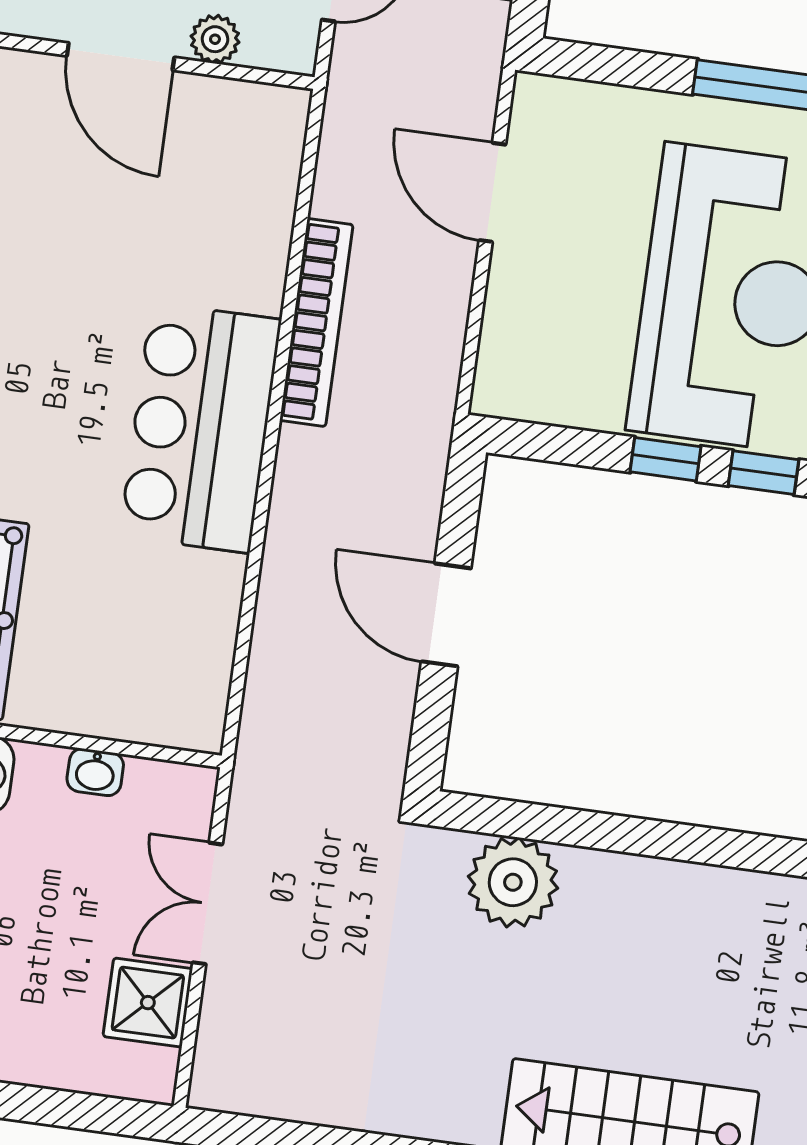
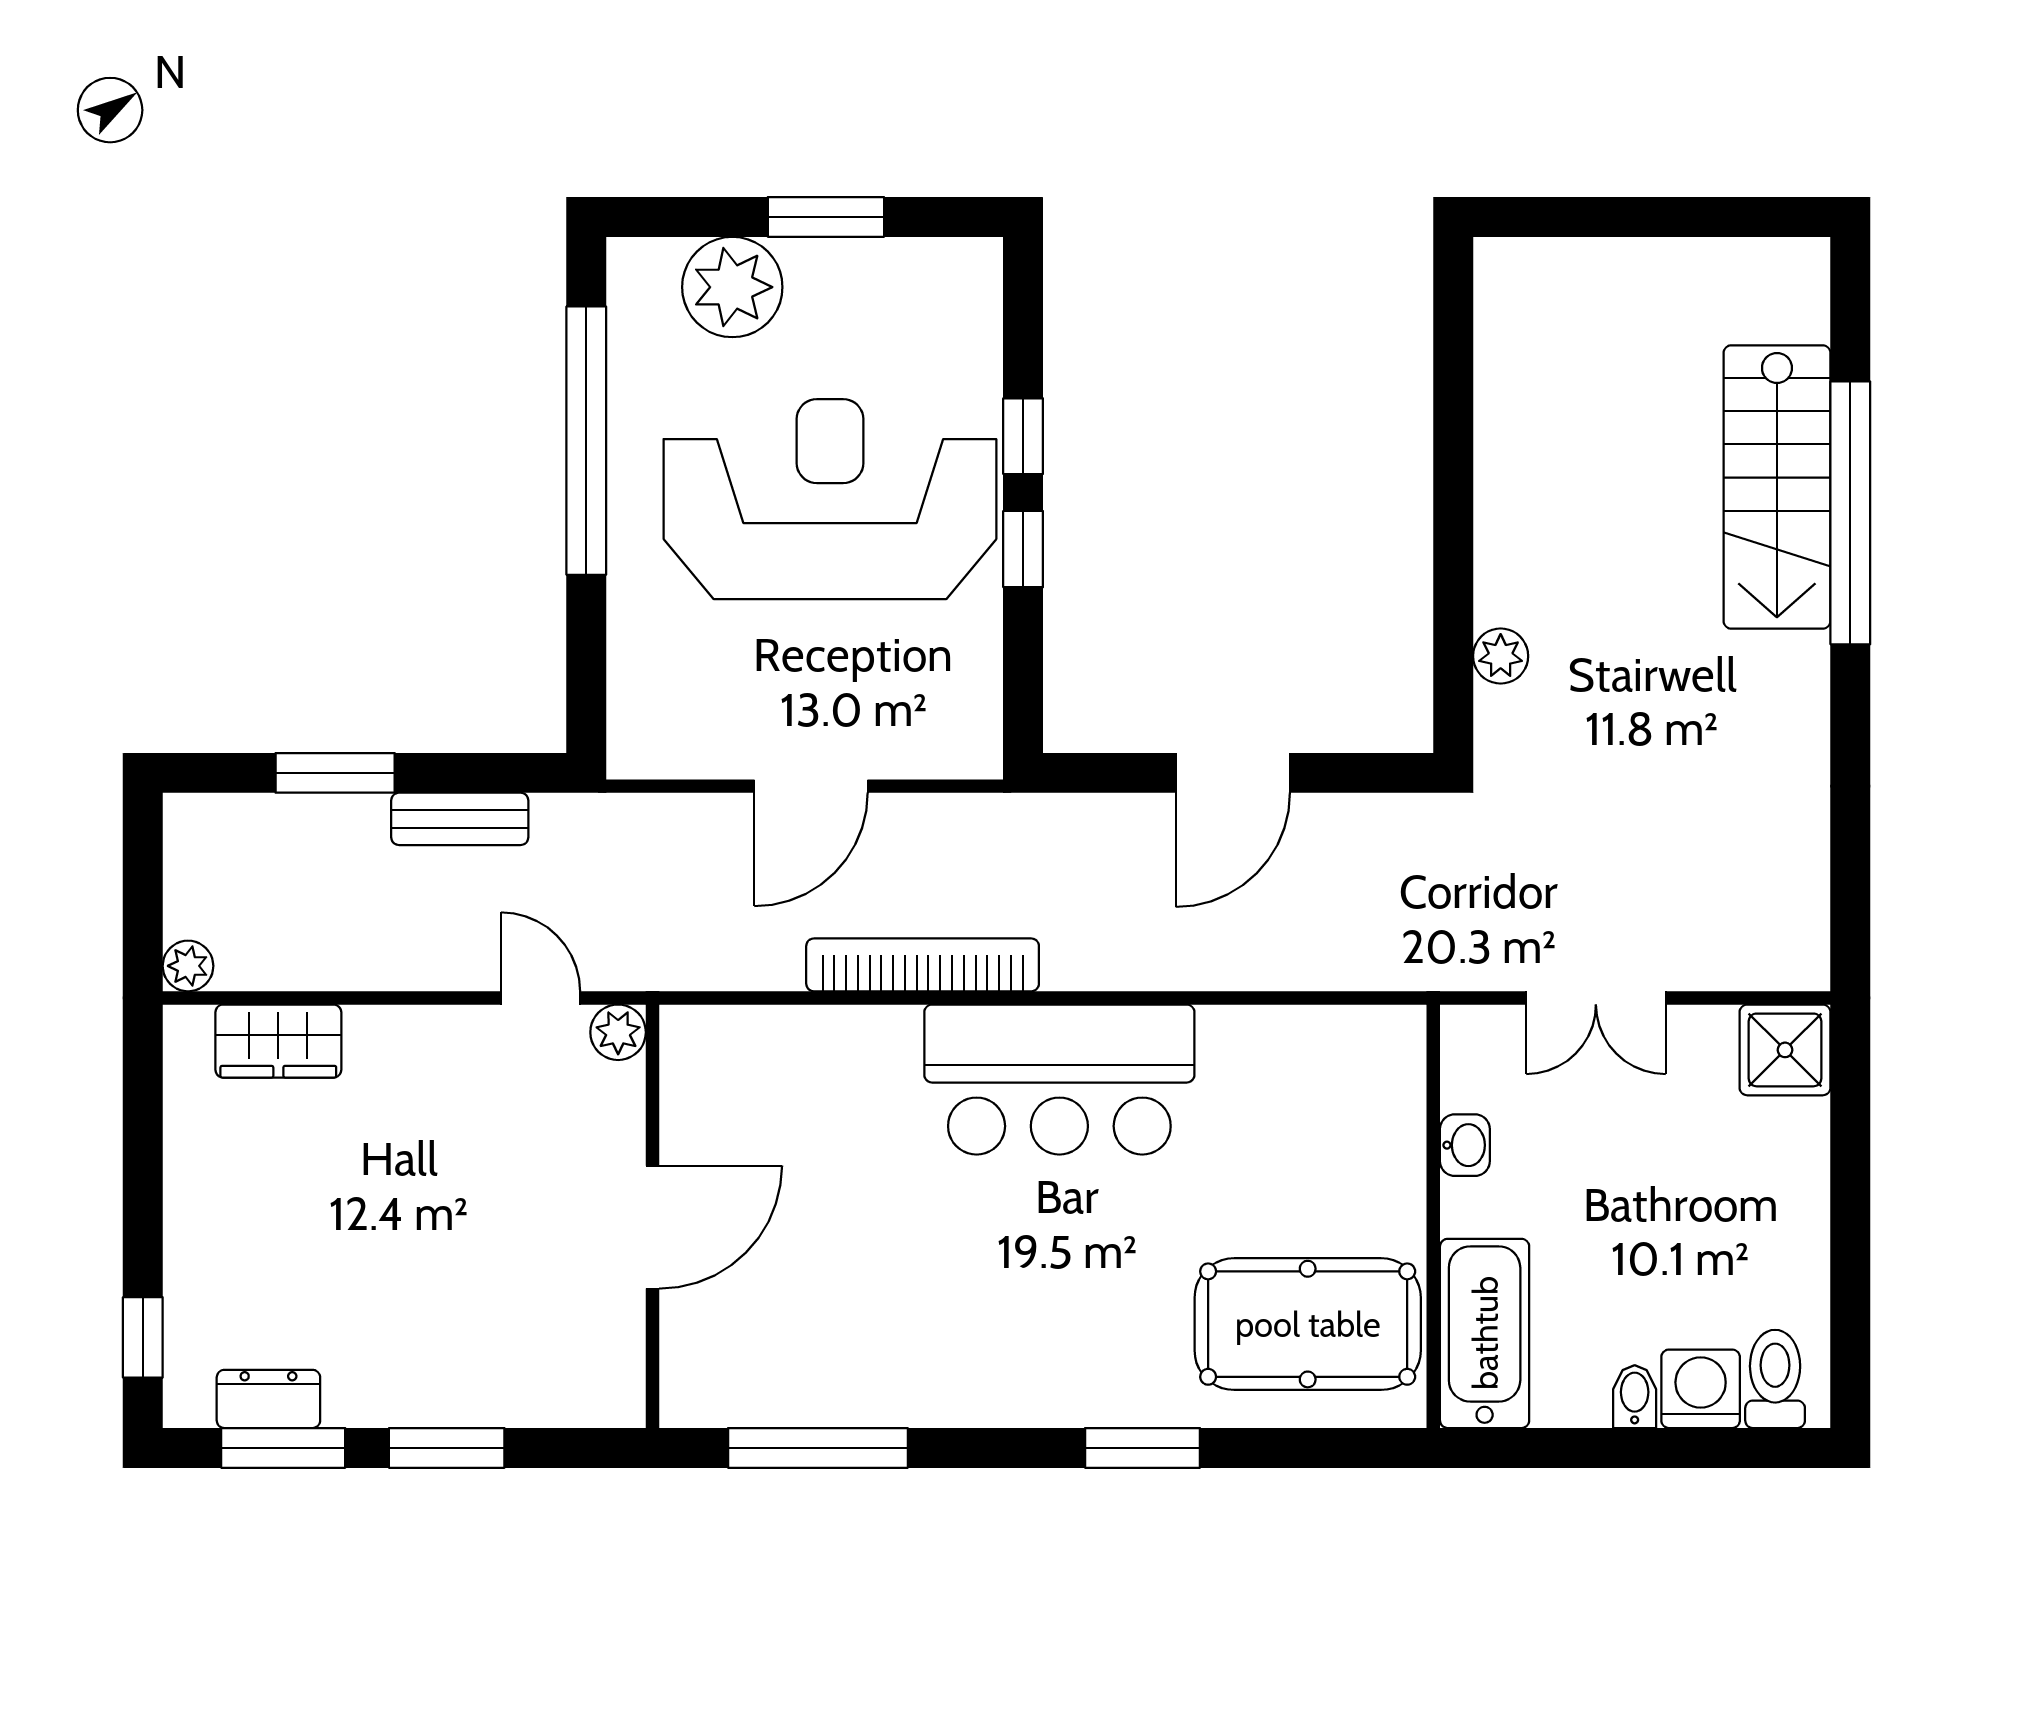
plant: (215, 39) -> (618, 1032), moved
door: (492, 192) -> (811, 786), moved
plant: (513, 882) -> (1501, 656), width x0.53, depth x0.53
shower: (148, 1003) -> (1785, 1050), moved

